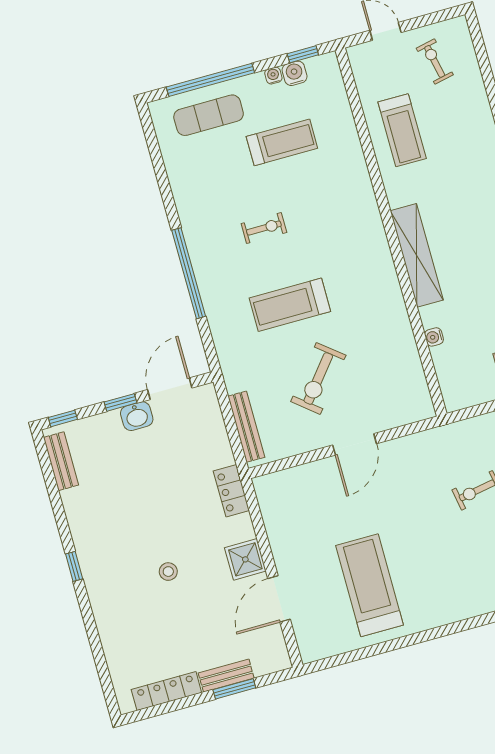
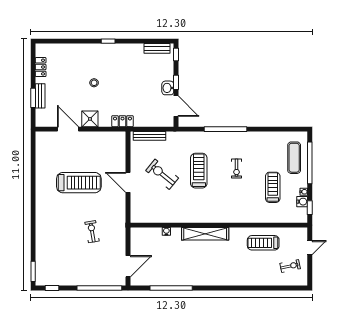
treadmill: (282, 142) -> (273, 187), turned 180
treadmill: (369, 585) -> (79, 183), moved
locker: (166, 691) -> (41, 67), width x0.66

